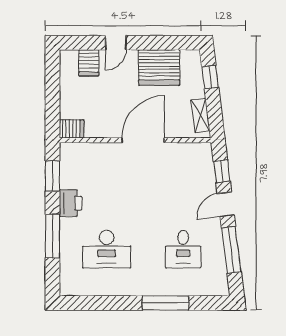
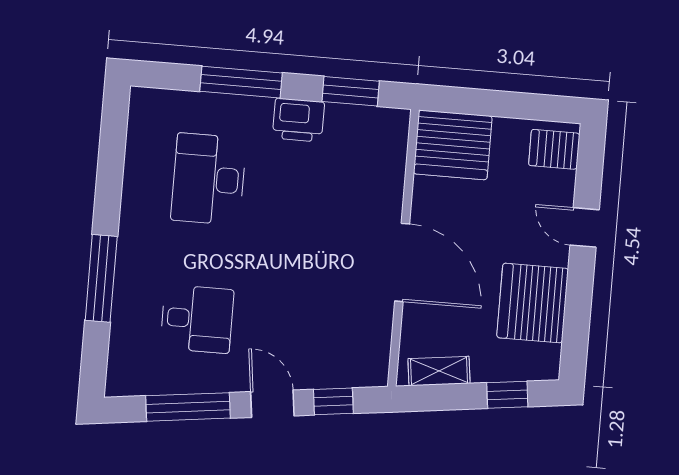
server rack: (89, 63) -> (554, 149), moved
server rack: (72, 129) -> (453, 145), width x2.18, depth x1.44
desk: (183, 249) -> (197, 319), turned 180

